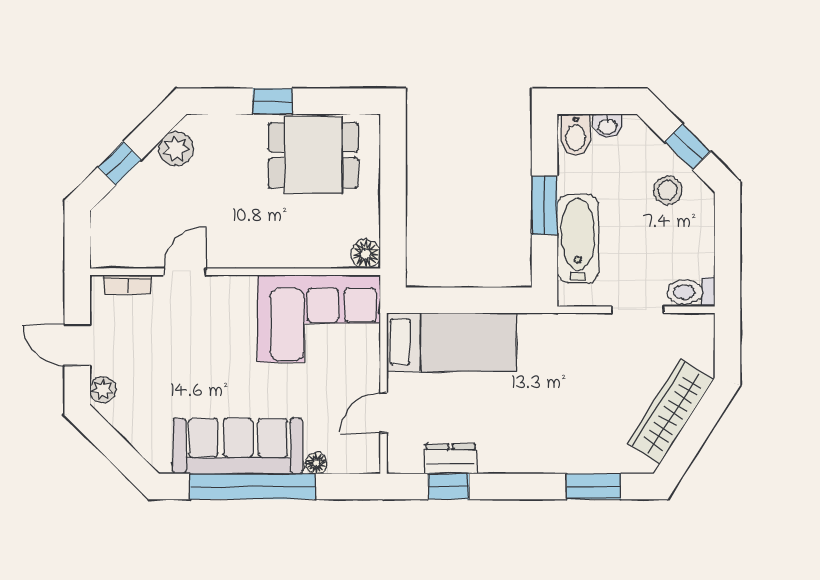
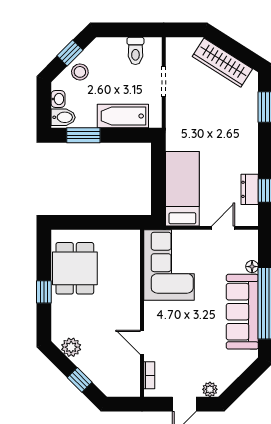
stool: (668, 190) -> (80, 72), moved
window: (544, 205) -> (83, 135), moved
floor lamp: (366, 254) -> (132, 238), removed
toilet: (691, 292) -> (135, 51), moved
door: (383, 413) -> (223, 228), swing flipped

